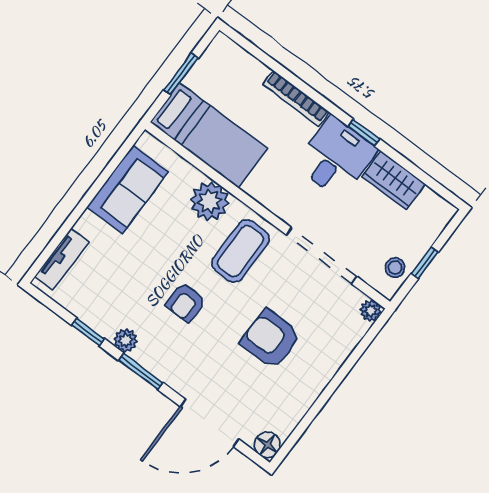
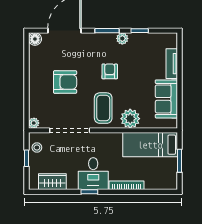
wardrobe: (394, 180) -> (52, 182), moved
tv unit: (62, 259) -> (172, 64), moved

